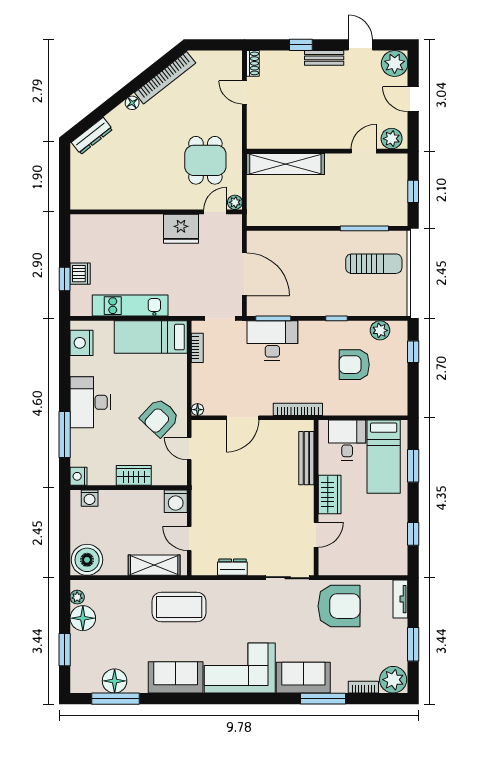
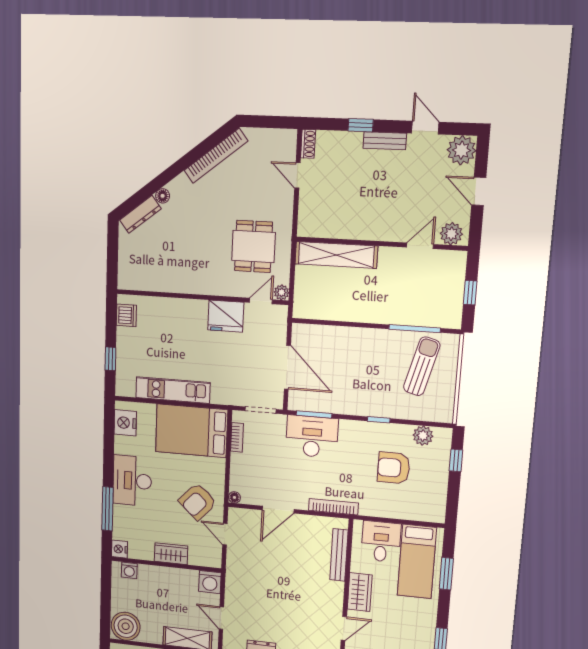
floor lamp: (132, 103) -> (163, 196), moved
sun lounger: (374, 264) -> (422, 366), turned -75
dishwasher: (80, 274) -> (126, 315), moved
bed: (151, 337) -> (192, 431), width x1.50

